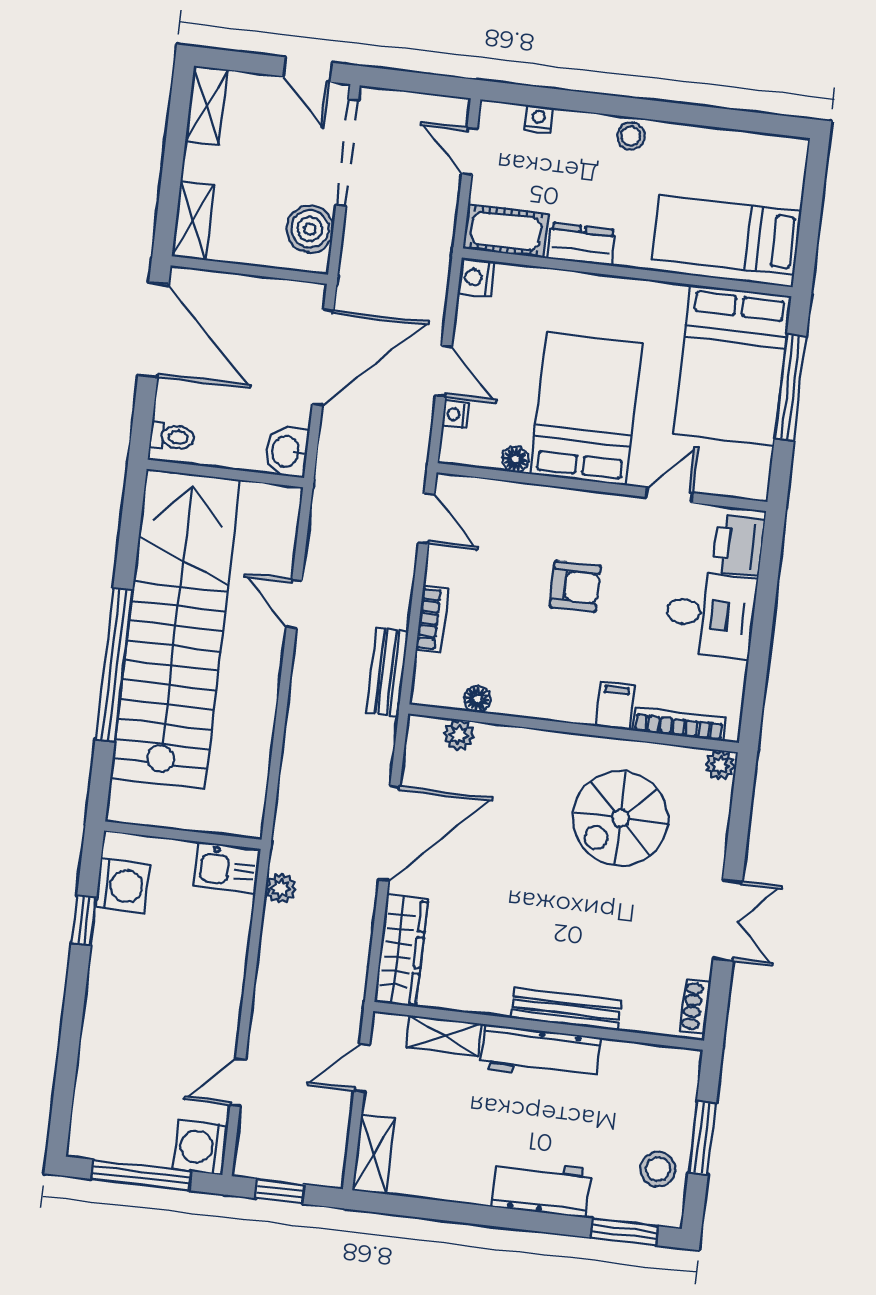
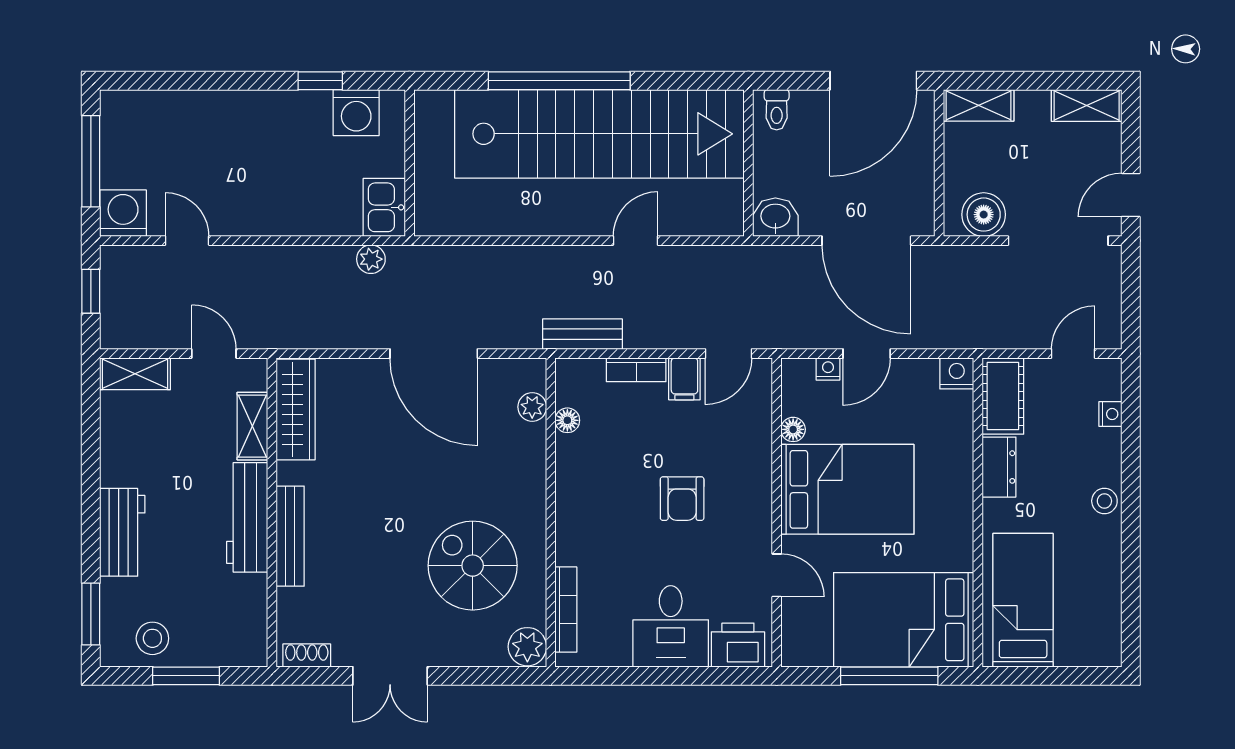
filing cabinet: (615, 706) -> (684, 379), moved, turned 90
plant: (720, 765) -> (527, 647), width x1.38, depth x1.38
wardrobe: (401, 951) -> (296, 410), moved, turned -90

